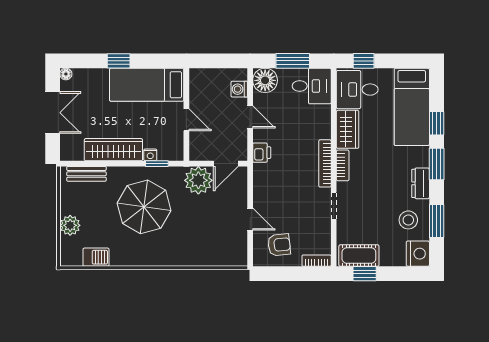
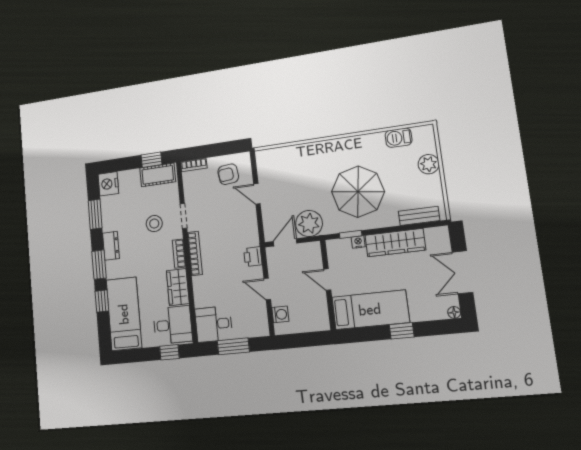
floor lamp: (265, 80) -> (257, 325), removed
stool: (408, 220) -> (154, 224), moved

